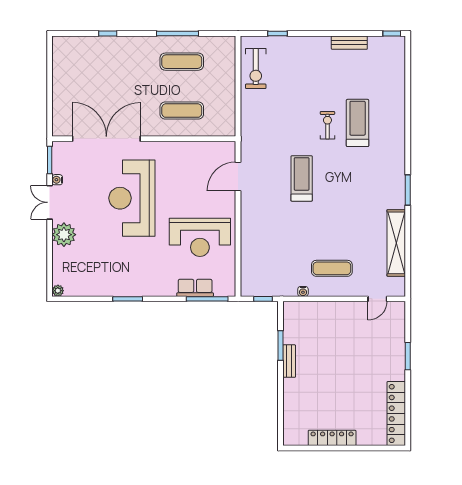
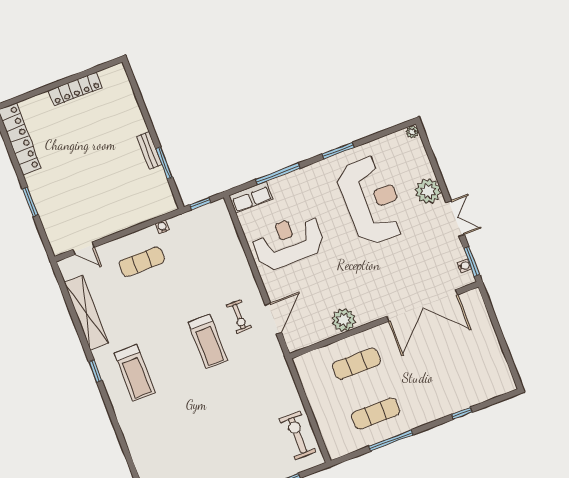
treadmill: (358, 123) -> (135, 373), moved
exercise bike: (327, 125) -> (239, 317), moved
plant: (178, 152) -> (344, 320), added
water cooler: (57, 180) -> (464, 266), moved
window: (408, 190) -> (95, 371), width x0.67
reception desk: (132, 198) -> (372, 200), moved
row of seats: (195, 288) -> (251, 197), moved
window: (207, 299) -> (278, 174), moved
door: (377, 299) -> (84, 248), swing flipped

